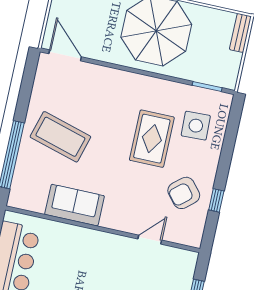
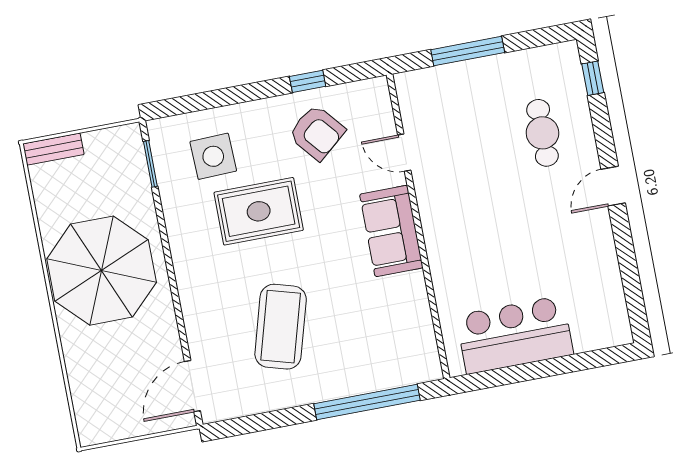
coffee table: (60, 137) -> (281, 327), moved
sofa: (75, 205) -> (391, 231), moved

